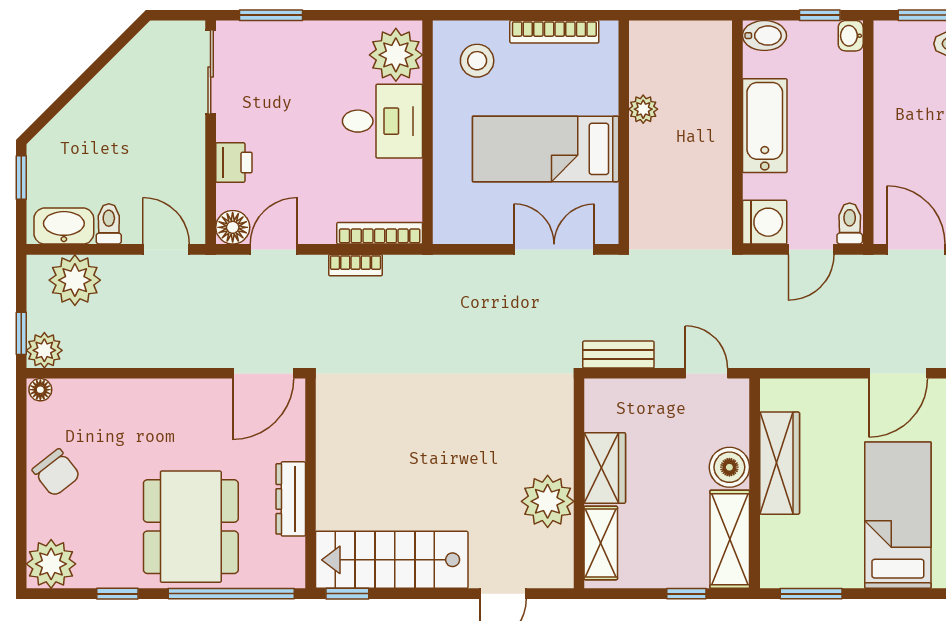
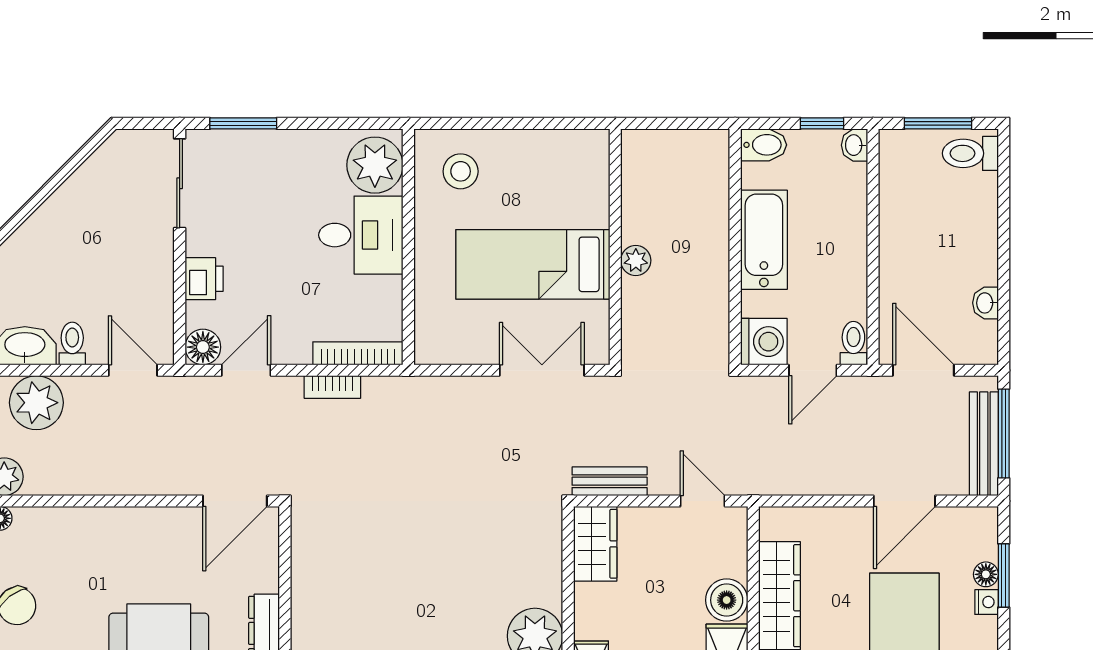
bookcase: (554, 32) -> (542, 141), removed
plant: (643, 109) -> (636, 260), moved
wardrobe: (605, 468) -> (595, 544), moved

